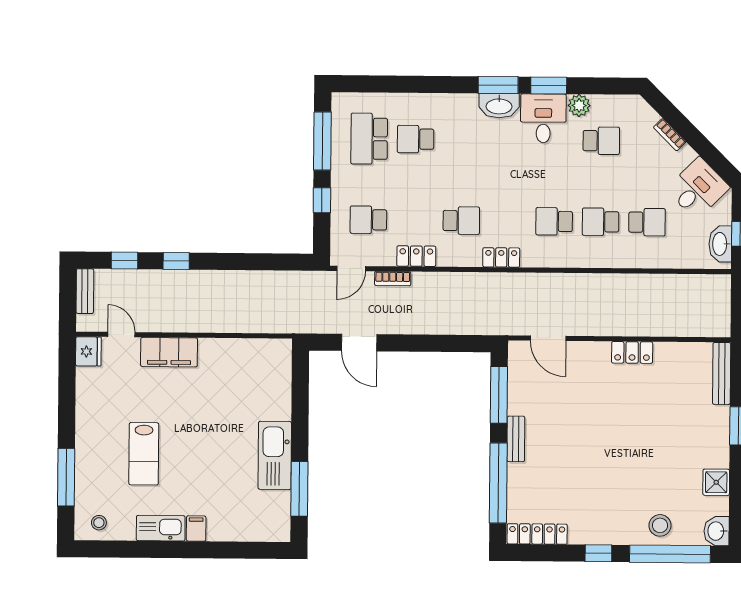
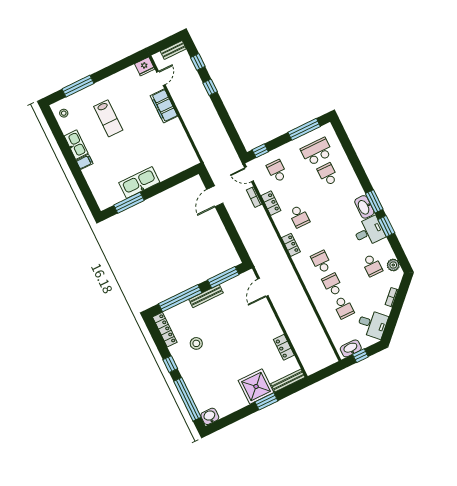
plant: (579, 105) -> (393, 265), moved
window: (322, 200) -> (260, 151), moved
locker: (632, 352) -> (284, 347), moved
bench: (516, 439) -> (206, 296), width x1.36
lab bench: (144, 454) -> (108, 118), turned -90
shower: (716, 482) -> (256, 386), moved, width x1.86, depth x1.86
stool: (660, 525) -> (196, 343), moved

